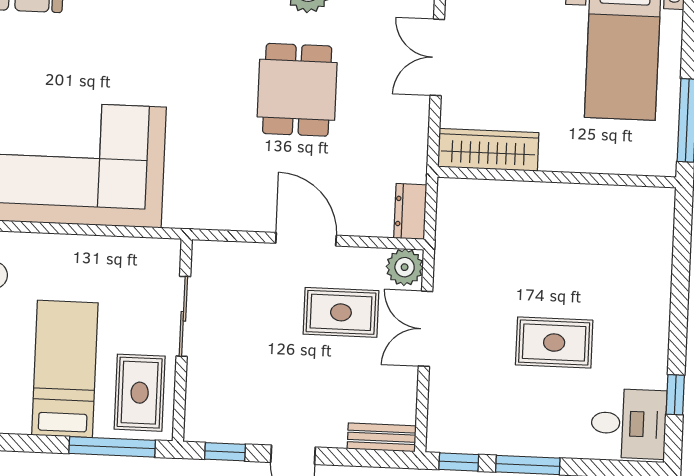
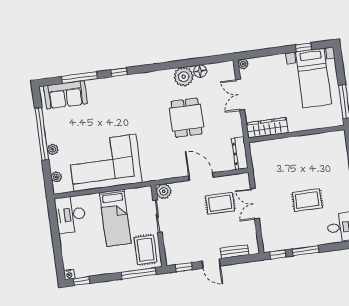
dresser: (410, 211) -> (240, 153), width x1.44
plant: (405, 267) -> (164, 191), moved
bed: (65, 369) -> (115, 218), moved, turned 180
bench: (382, 437) -> (235, 252), moved

